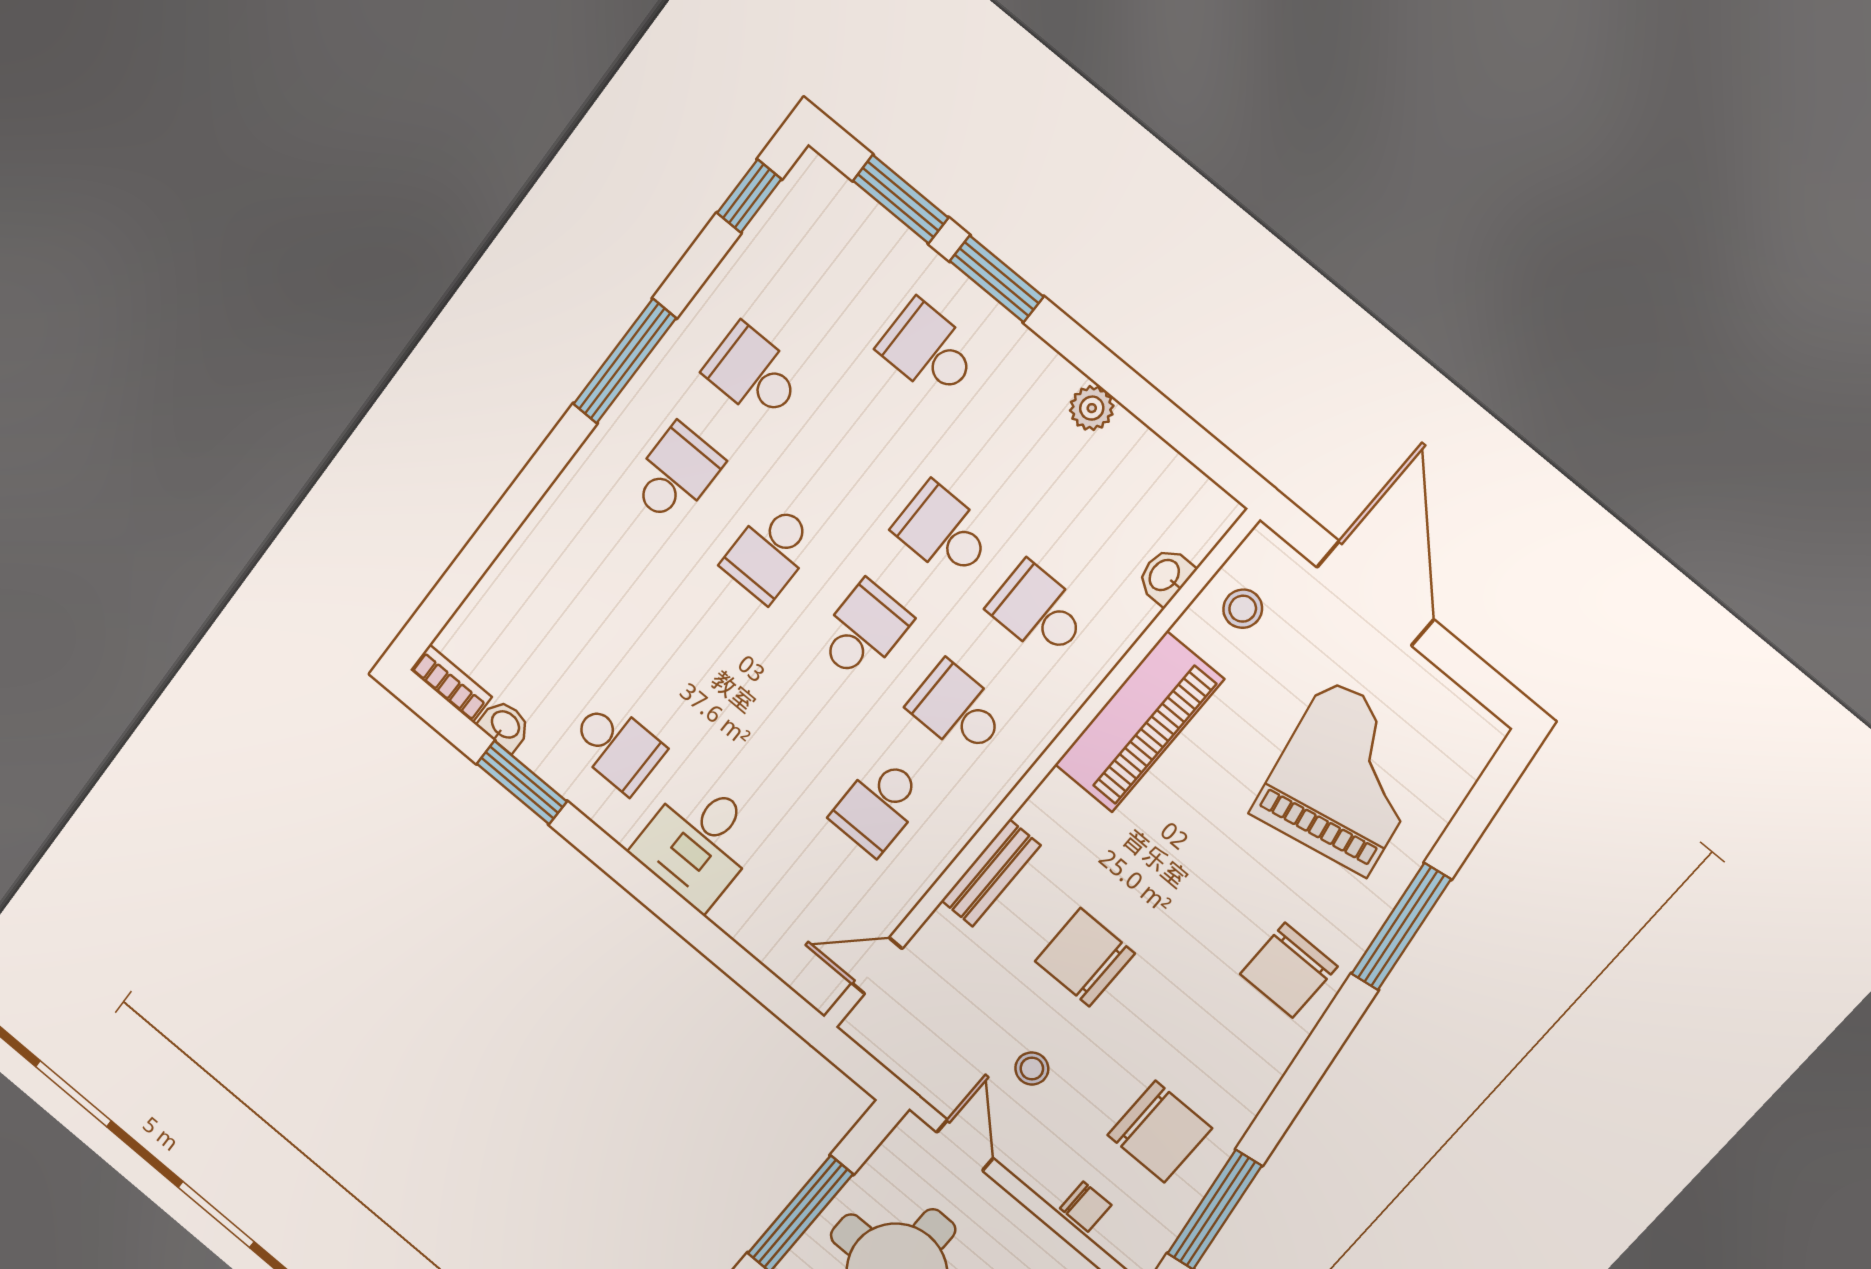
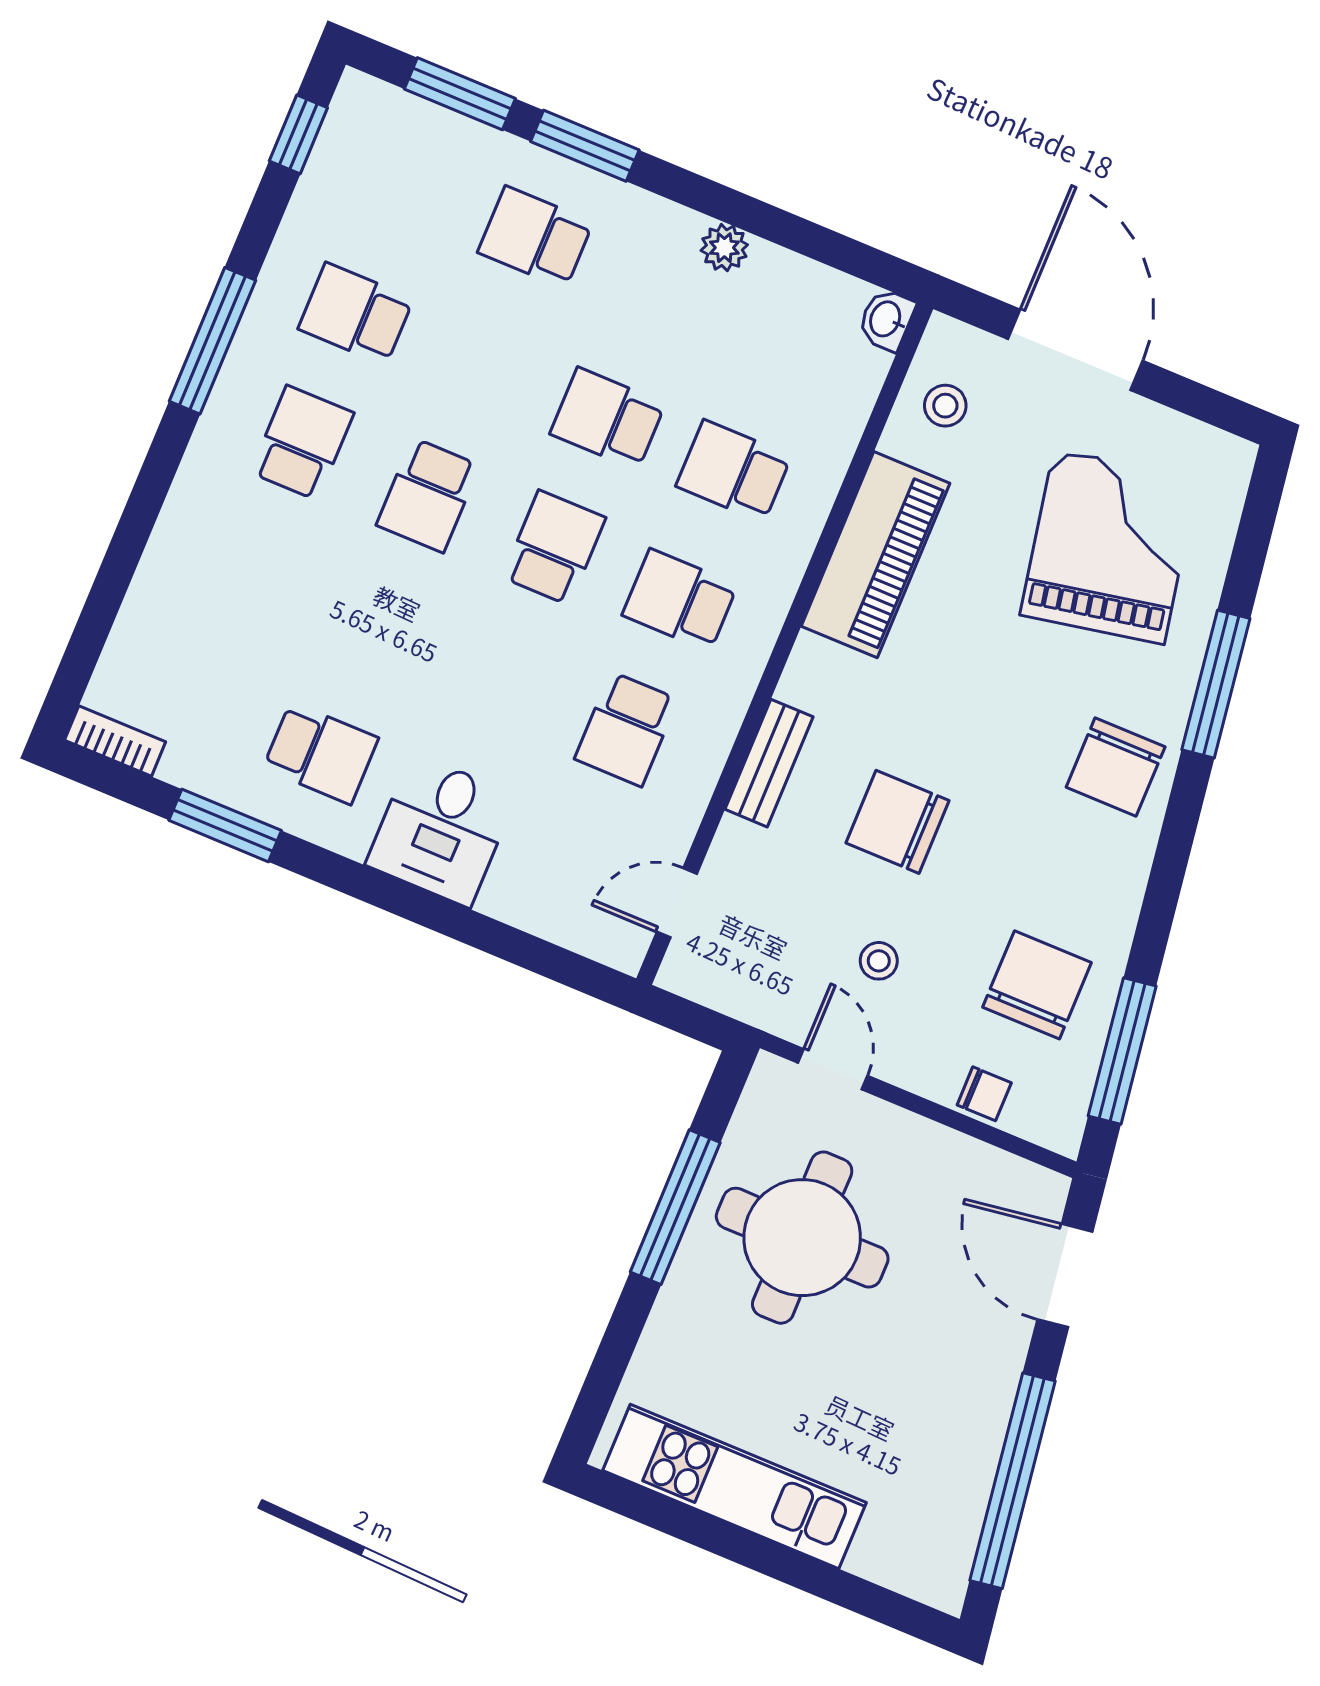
washbasin: (1165, 576) -> (886, 319), moved
washbasin: (505, 725) -> (188, 768), removed
chair: (1160, 1132) -> (1037, 985), turned -90

